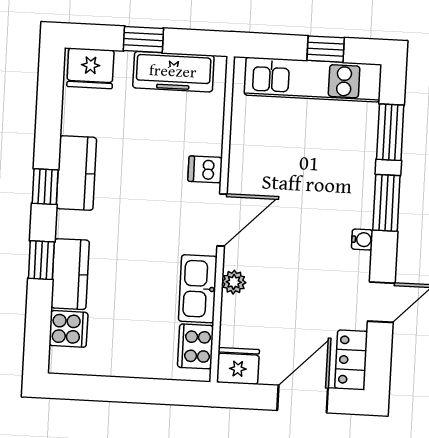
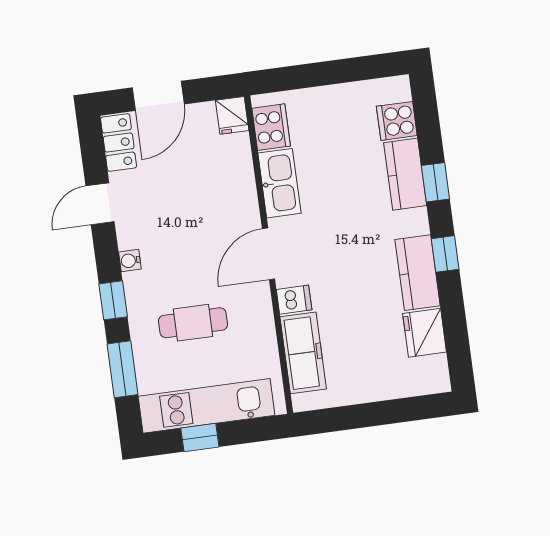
window: (143, 39) -> (377, 414), removed
fridge: (90, 68) -> (425, 333), moved, turned -90
freezer: (173, 72) -> (303, 353), moved, turned 90
cafe table: (311, 165) -> (193, 323), added
window: (386, 203) -> (113, 300), width x0.67
plant: (234, 282) -> (246, 196), removed
fridge: (238, 366) -> (232, 115), width x0.72

